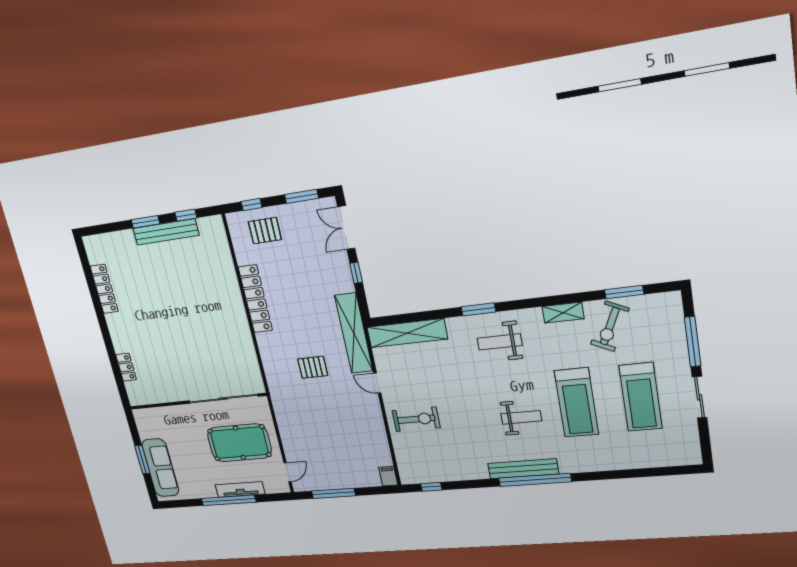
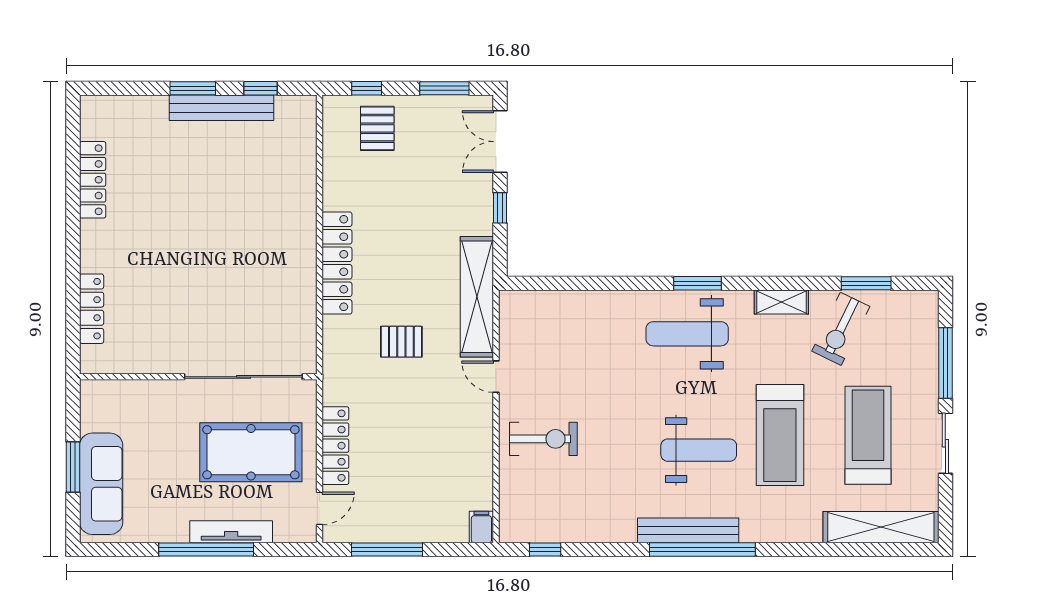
pallet: (265, 231) -> (377, 128), turned 90
locker: (255, 299) -> (337, 263), moved
window: (478, 309) -> (697, 283), moved
shelving: (407, 333) -> (881, 527), moved
weight bench: (500, 342) -> (687, 334), width x1.36, depth x1.33
locker: (126, 367) -> (92, 309), width x1.53
treadmill: (641, 397) -> (868, 435), turned 180
weight bench: (521, 417) -> (699, 450), width x1.36, depth x1.33
locker: (288, 435) -> (335, 446), added

